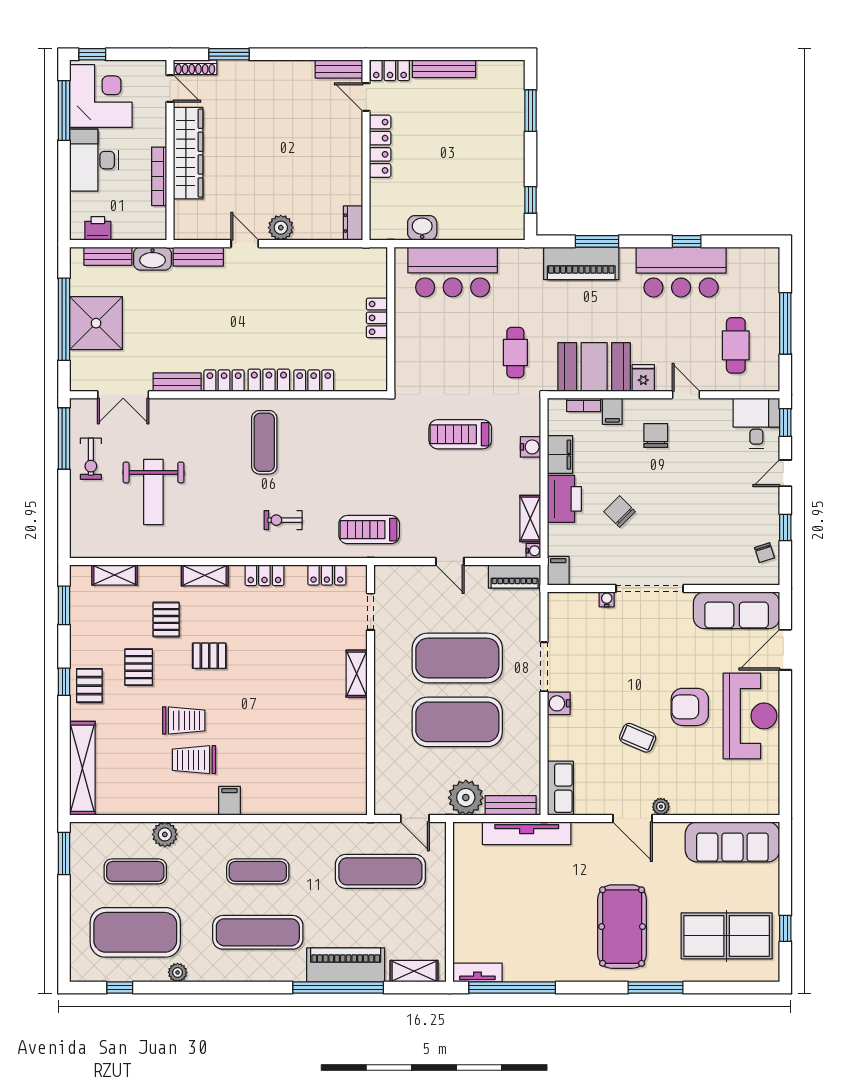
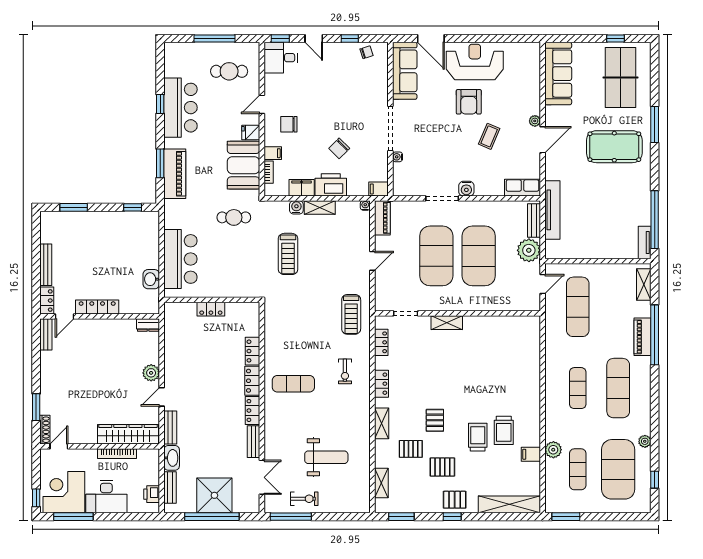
wardrobe: (188, 153) -> (128, 434), moved
shelving: (530, 518) -> (320, 208), moved
filing cabinet: (229, 801) -> (531, 454), moved
piano: (346, 965) -> (643, 337), width x0.73, depth x0.75

